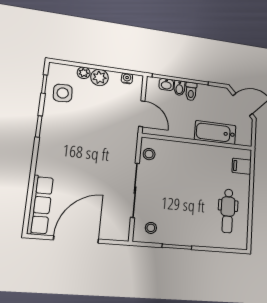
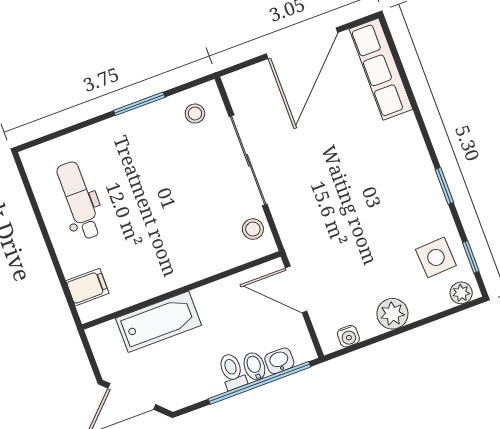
plant: (84, 73) -> (461, 293), moved

